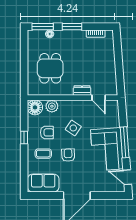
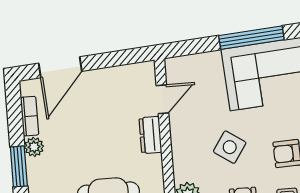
plant: (81, 35) -> (34, 147), added
door: (118, 50) -> (60, 67), added

